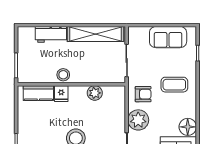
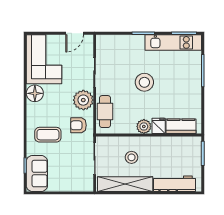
workbench: (51, 34) -> (174, 184), width x1.38
sofa: (168, 37) -> (37, 174), moved, turned 90
stool: (63, 75) -> (132, 157), moved
plant: (95, 93) -> (144, 126), moved
cafe table: (116, 108) -> (105, 112), added

